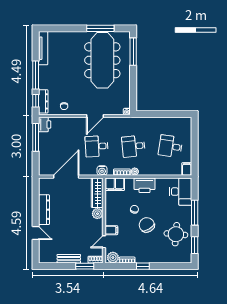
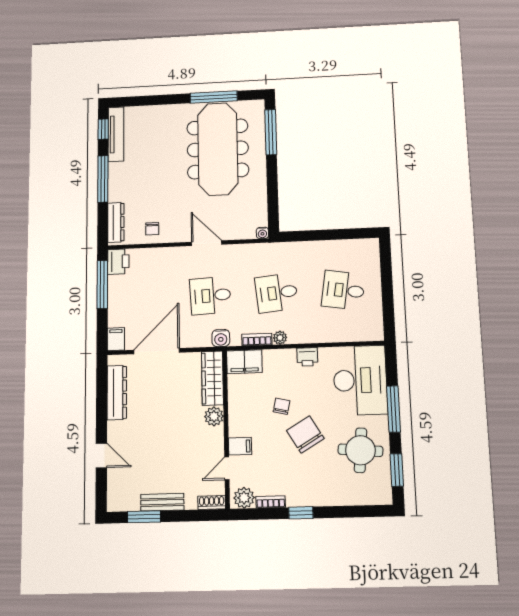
window: (36, 101) -> (103, 129), moved
door: (95, 116) -> (207, 243), swing flipped
filing cabinet: (187, 169) -> (116, 339), moved
printer: (145, 185) -> (307, 357), width x0.53, depth x0.68
desk: (181, 192) -> (360, 380), width x1.36, depth x1.30
dresser: (44, 210) -> (117, 393), moved
window: (85, 266) -> (144, 517), moved

